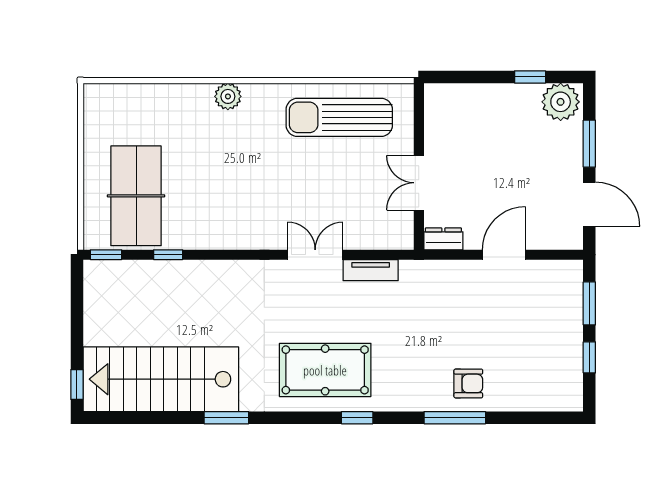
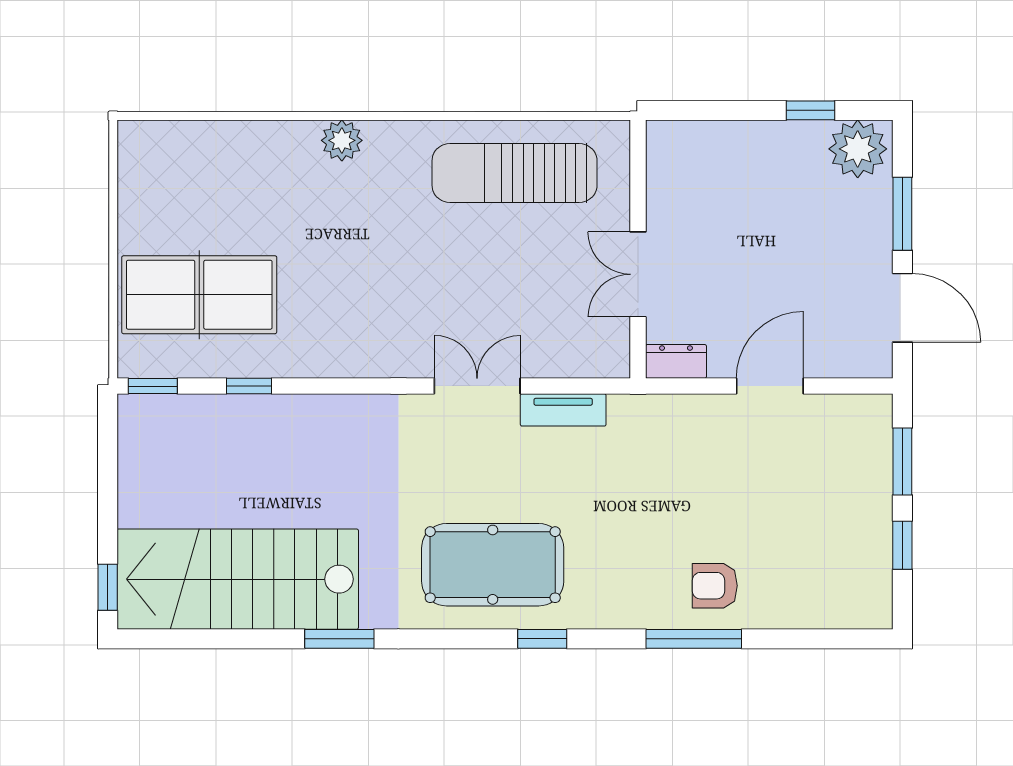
table tennis table: (136, 196) -> (199, 295), turned 90
armchair: (468, 383) -> (715, 586), turned 180

